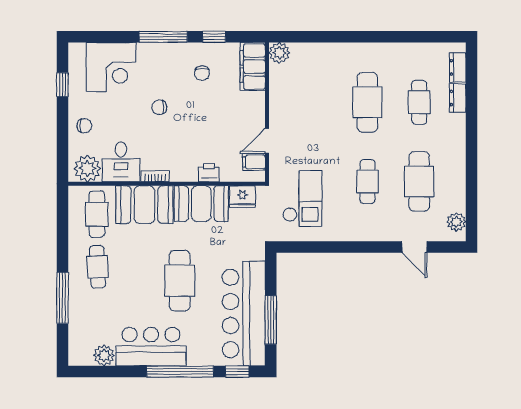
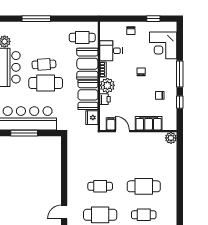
filing cabinet: (253, 66) -> (149, 123), moved
plant: (87, 168) -> (107, 85), moved
checkout: (302, 198) -> (91, 150), removed
cafe table: (97, 267) -> (44, 64), moved

